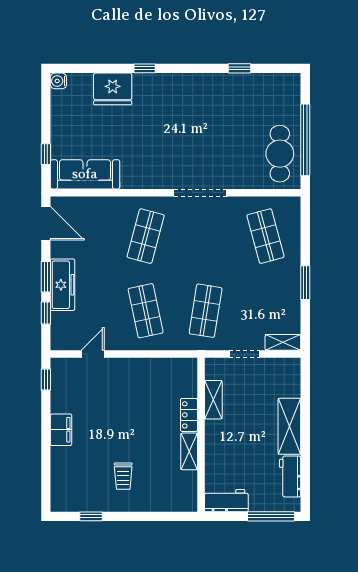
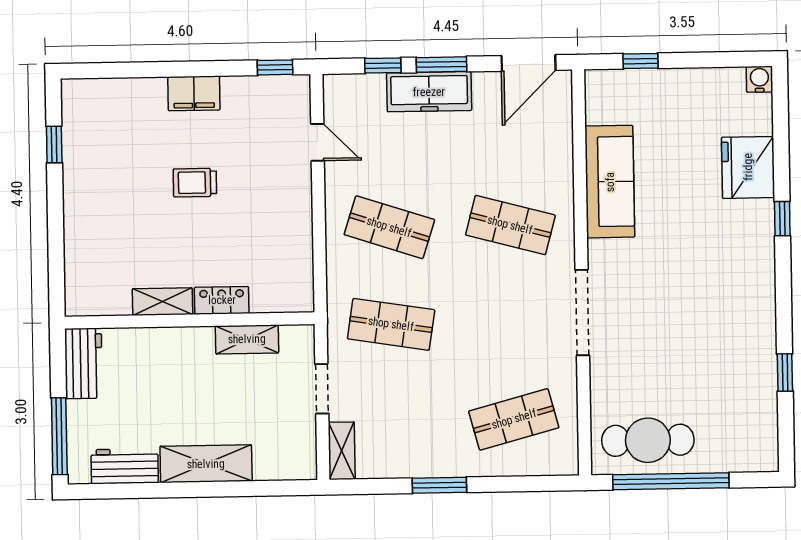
sofa: (85, 174) -> (610, 182), moved
shop shelf: (146, 311) -> (389, 227), turned 30
trolley: (123, 476) -> (195, 183), moved

